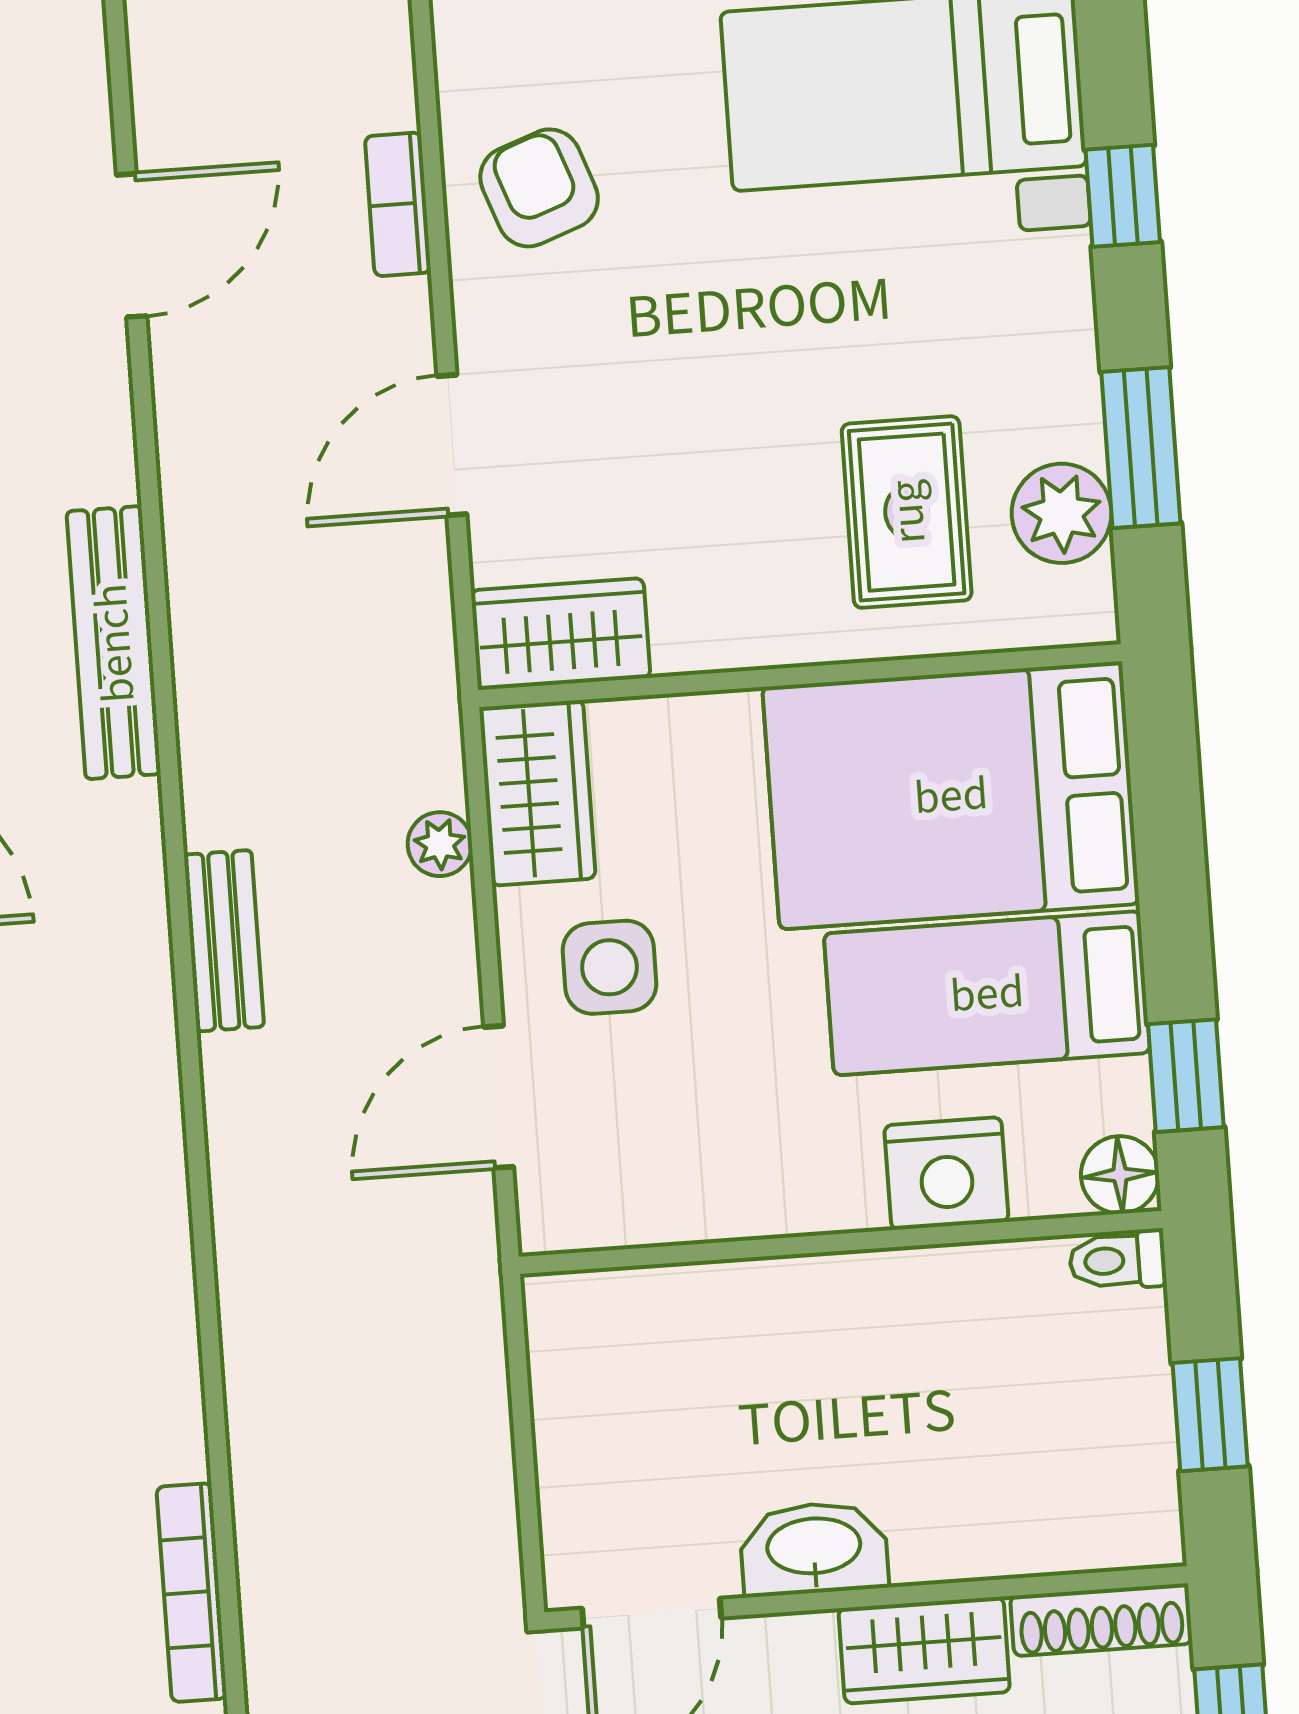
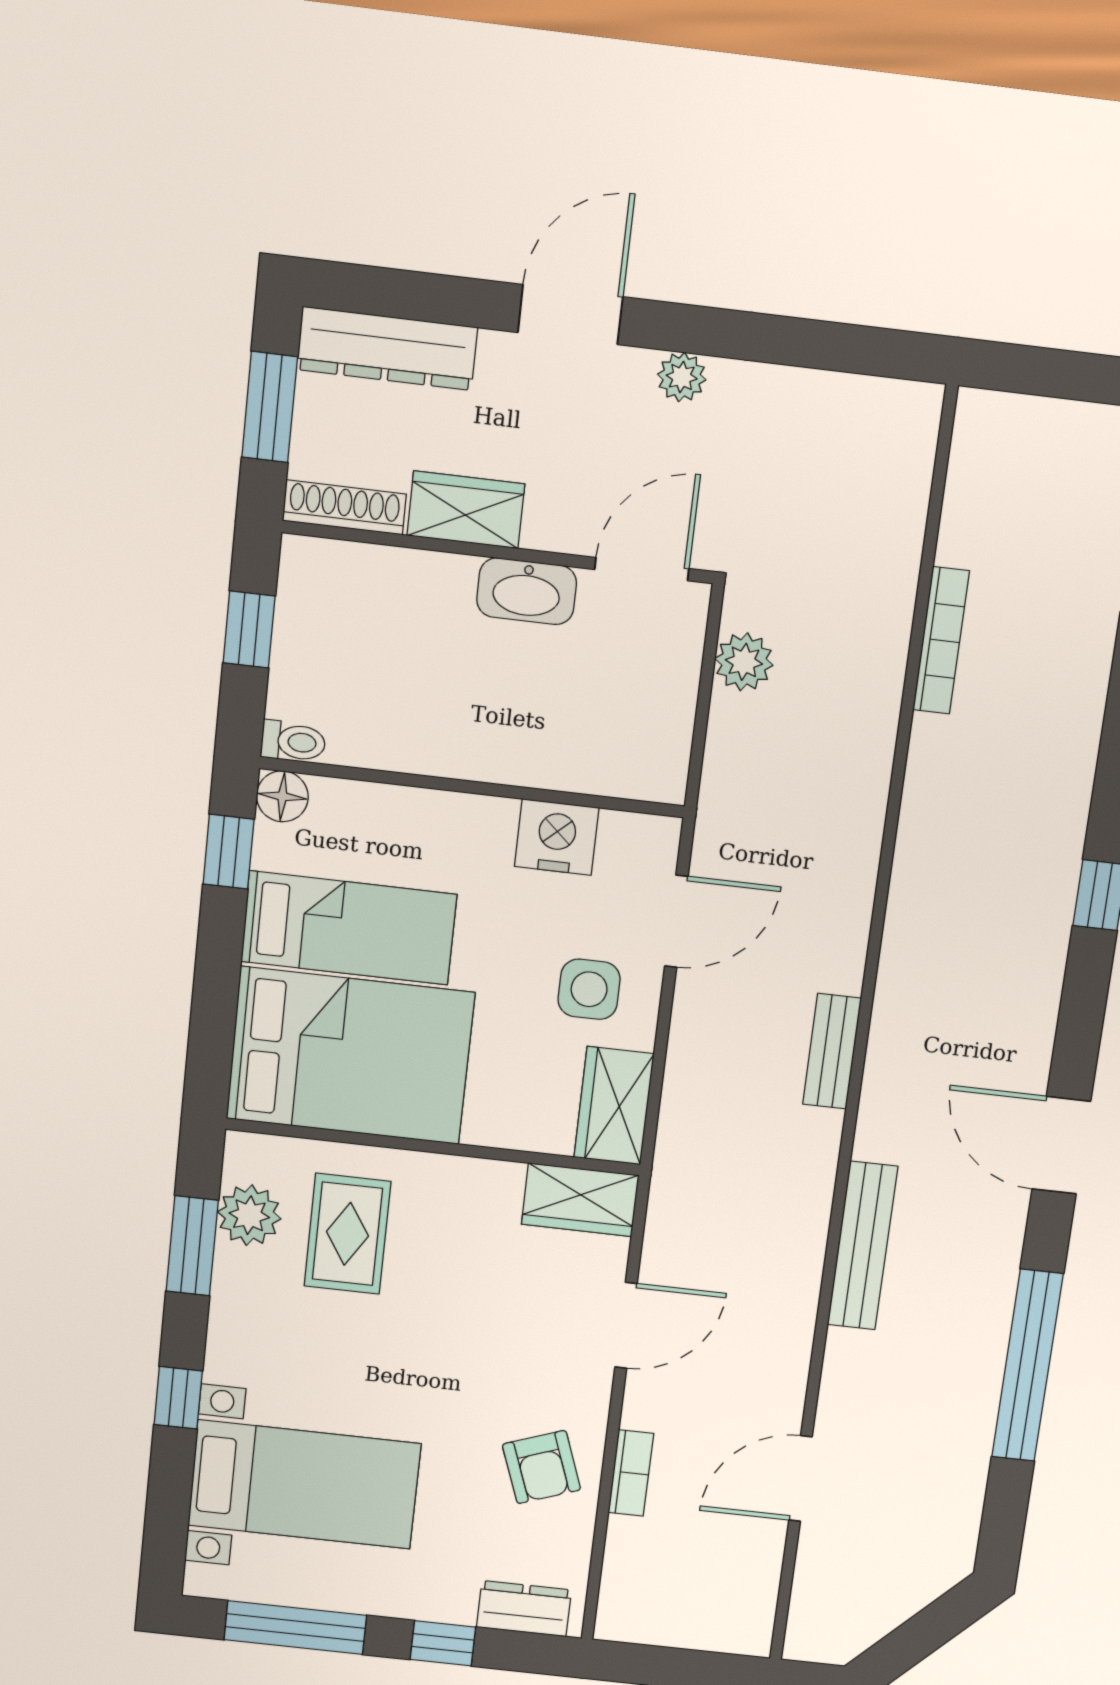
plant: (440, 844) -> (744, 662), moved, width x1.38, depth x1.38
nightstand: (946, 1174) -> (557, 837), moved

